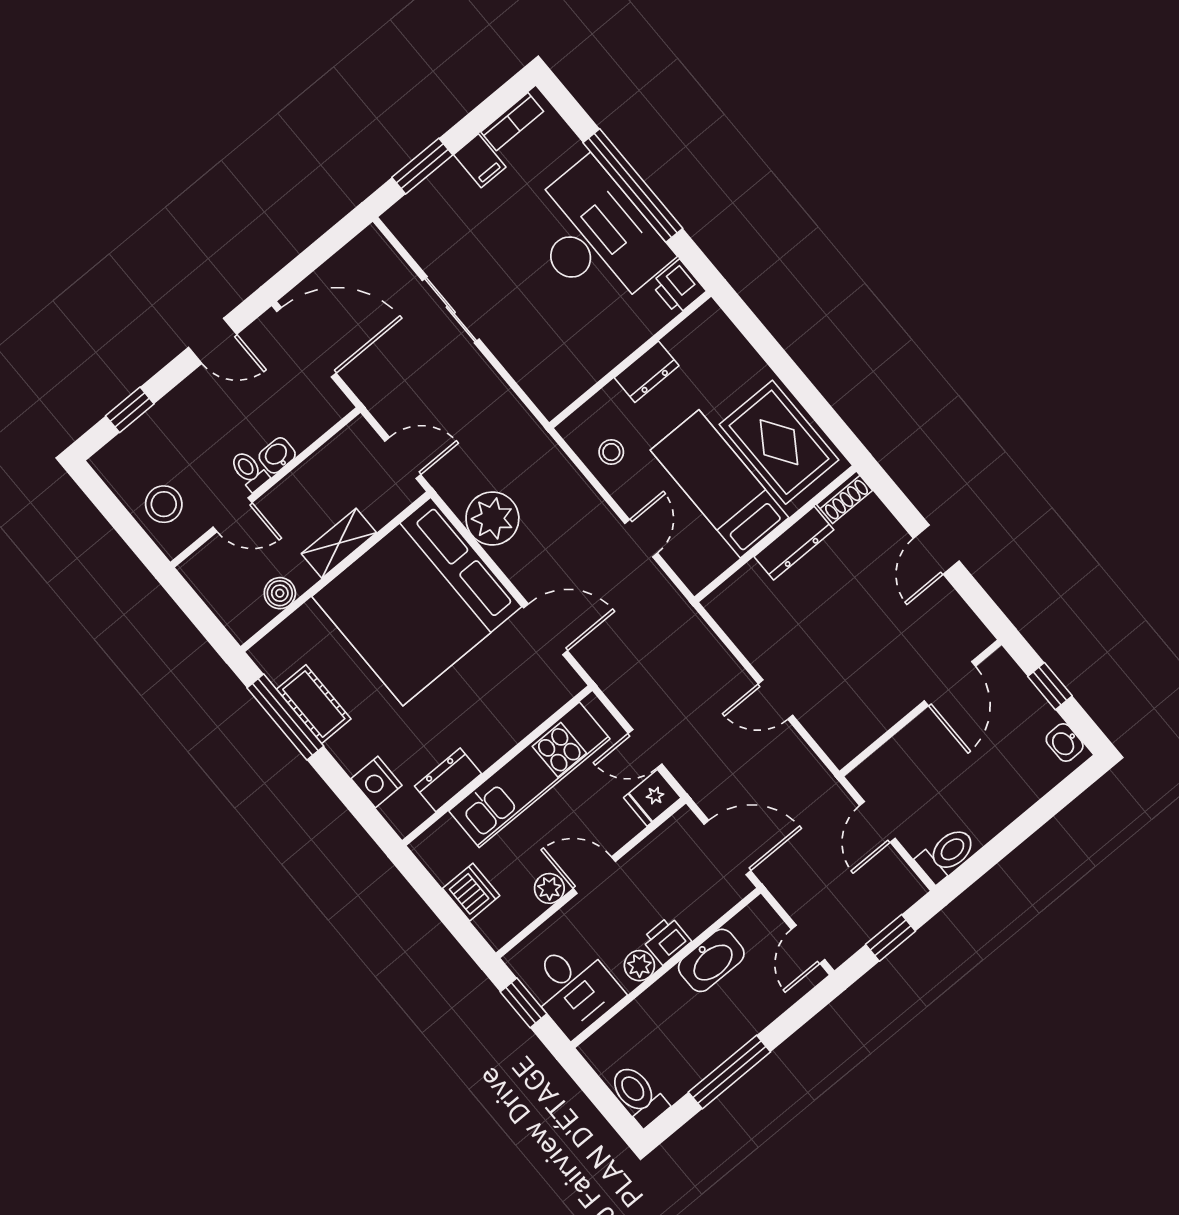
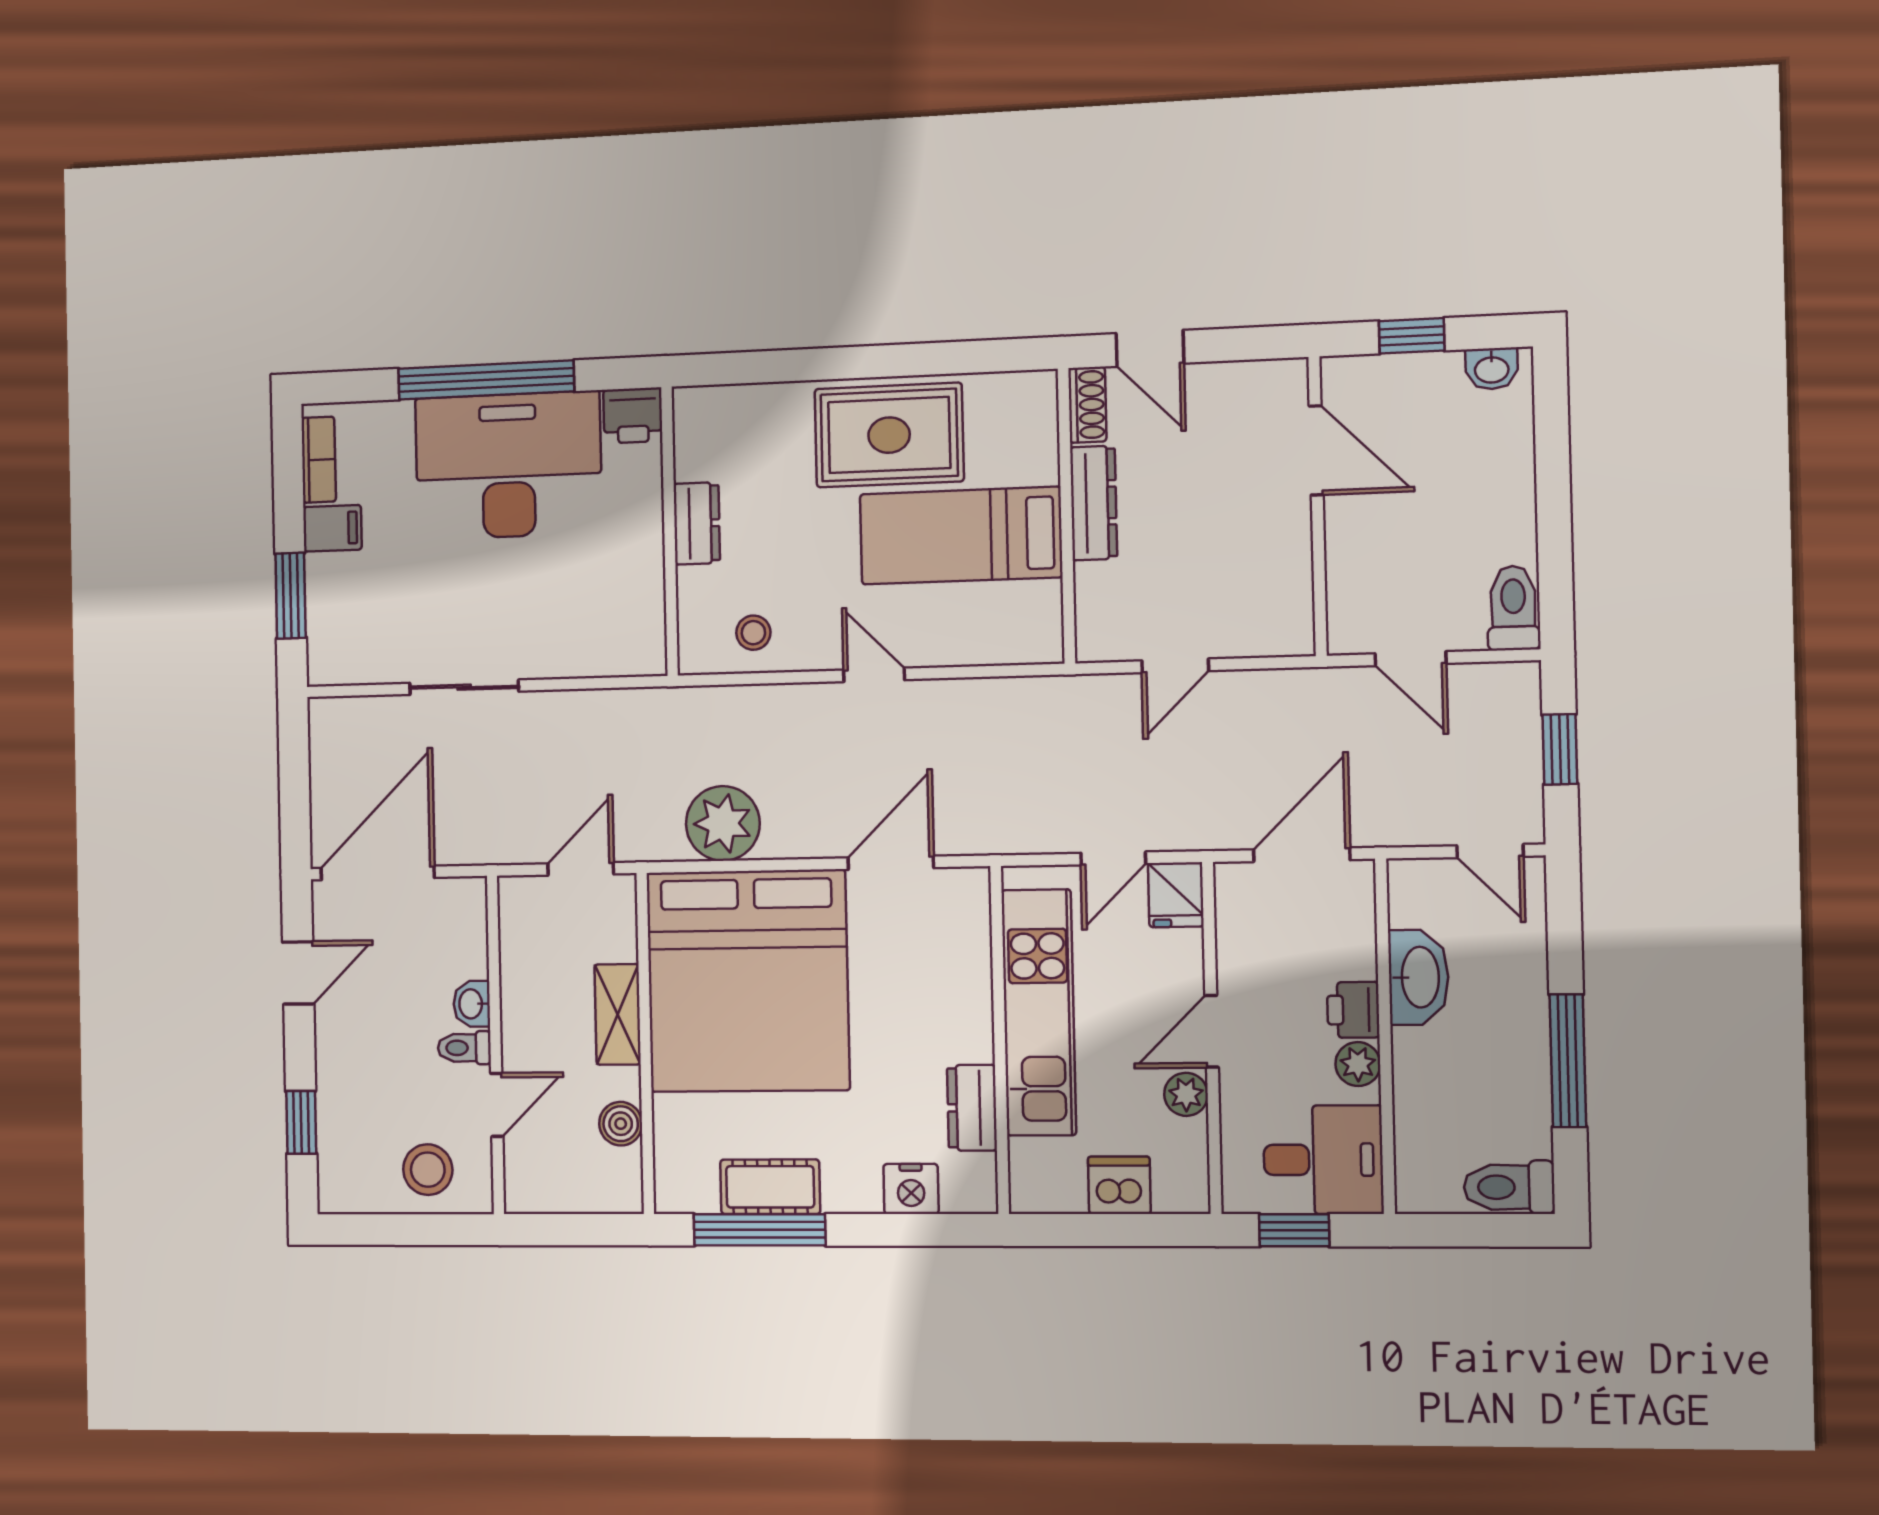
bed: (720, 484) -> (961, 536), moved
shoe rack: (845, 497) -> (1087, 405), moved
wall: (775, 534) -> (1066, 516), moved
dresser: (794, 543) -> (1094, 503), moved

